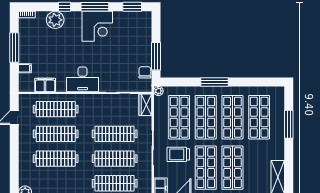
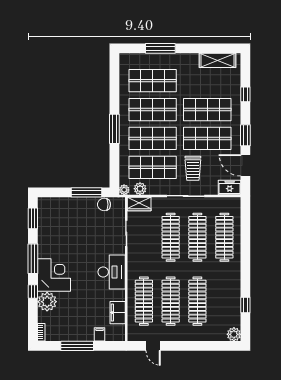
corner desk: (97, 26) -> (54, 275), moved
plant: (159, 106) -> (140, 189), added

